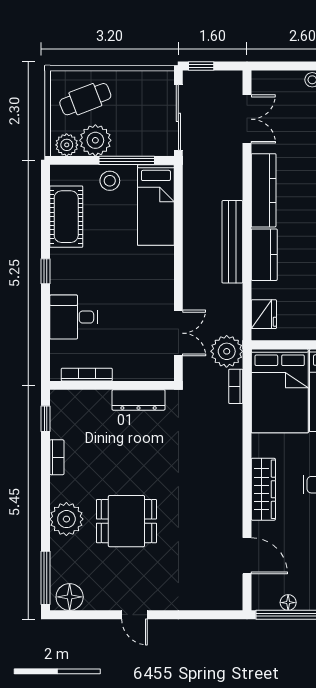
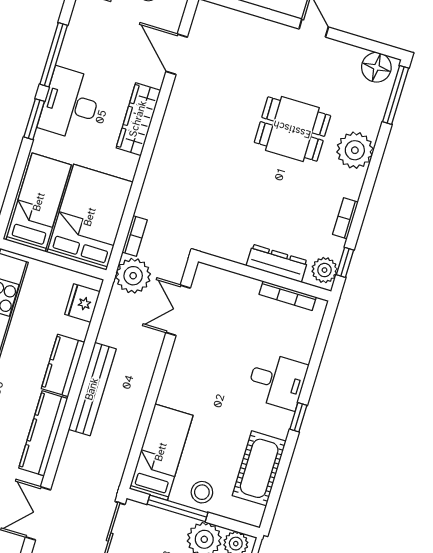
desk: (74, 317) -> (277, 381), moved
dresser: (139, 400) -> (277, 263), moved
plant: (61, 407) -> (324, 270), added

